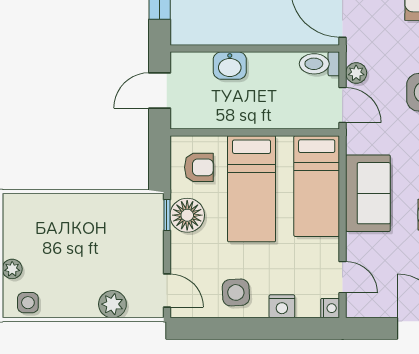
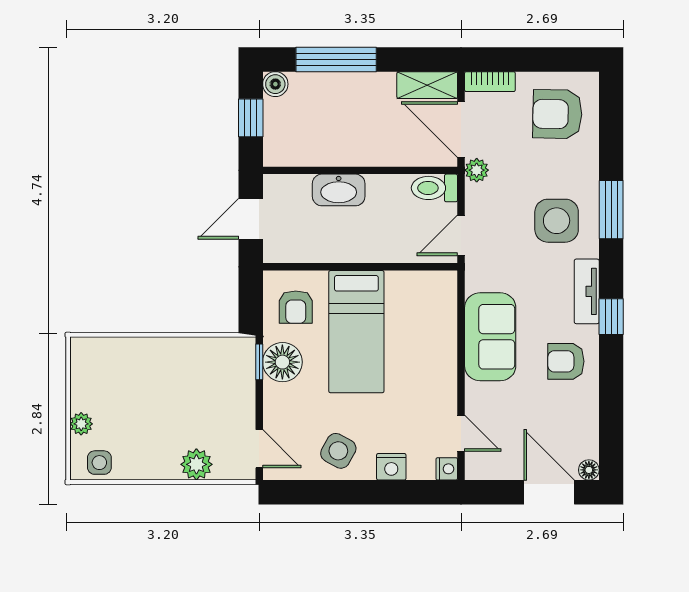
washbasin: (230, 66) -> (339, 190), width x1.38
plant: (356, 73) -> (477, 170), moved
door: (343, 105) -> (461, 235), swing flipped
armchair: (199, 167) -> (296, 307), turned 90
bed: (317, 186) -> (431, 329), removed
side table: (236, 292) -> (338, 451), turned 32

